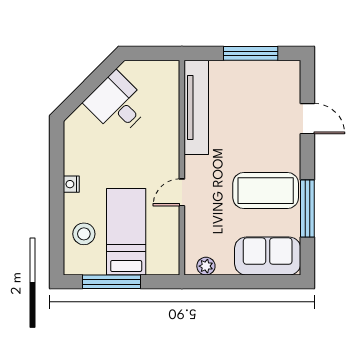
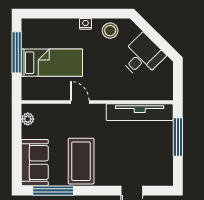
window: (251, 53) -> (178, 137), moved
window: (307, 208) -> (53, 191), moved
stool: (84, 234) -> (110, 31), moved

